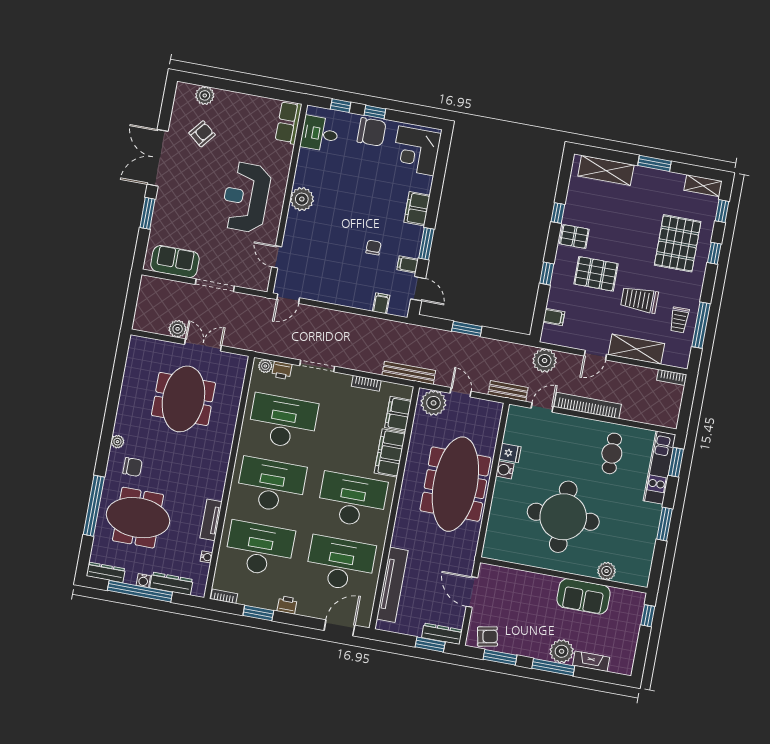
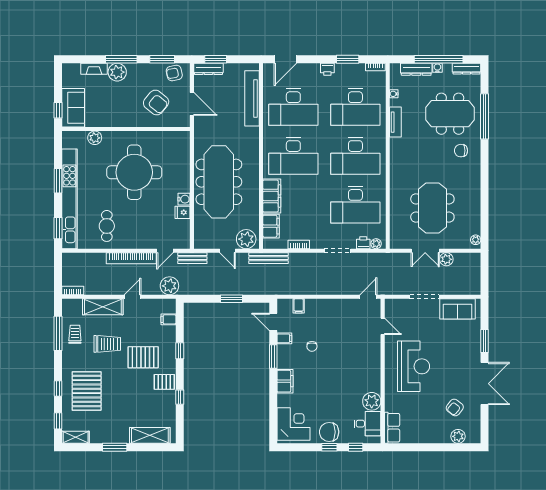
plant: (302, 199) -> (372, 401), moved
plant: (117, 442) -> (476, 240), moved
kitchen unit: (659, 468) -> (69, 199), width x1.86
sofa: (583, 596) -> (73, 108), moved, turned 90
armchair: (518, 602) -> (156, 102), added

